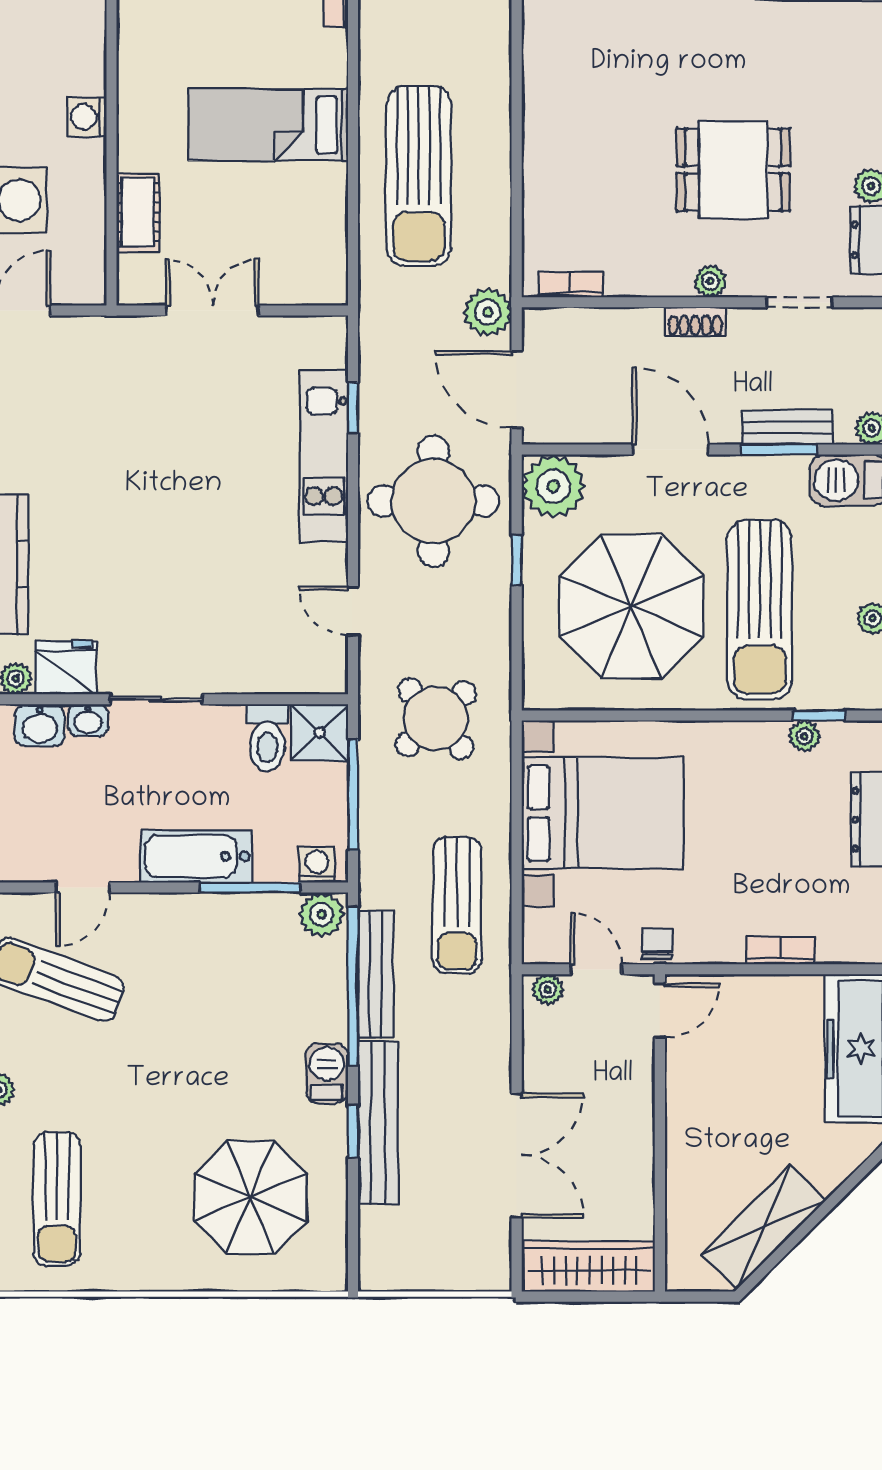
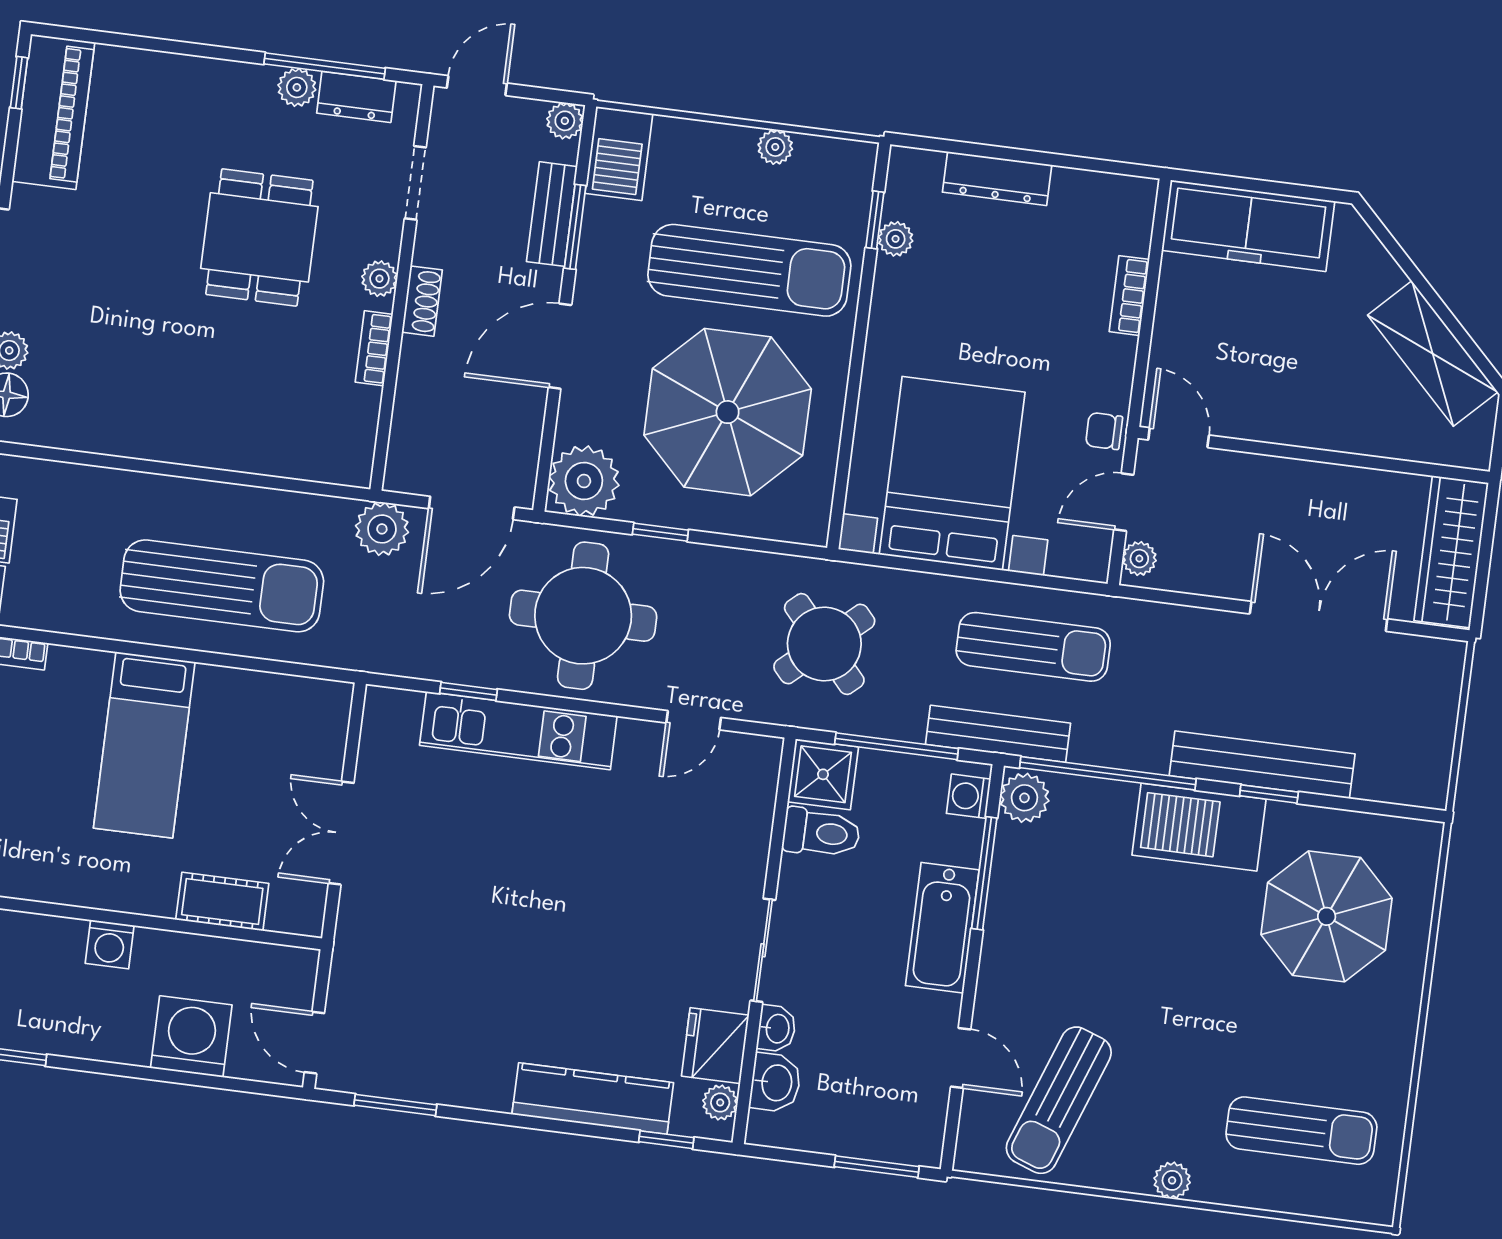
bookcase: (570, 284) -> (374, 348), moved
bench: (376, 974) -> (998, 734), moved
barbecue: (327, 1073) -> (1199, 827), width x1.88, depth x1.53

